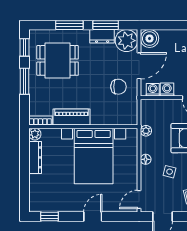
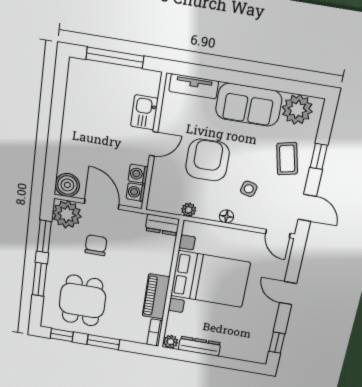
dresser: (102, 36) -> (162, 225), moved, turned 90
chair: (118, 87) -> (96, 245), moved

